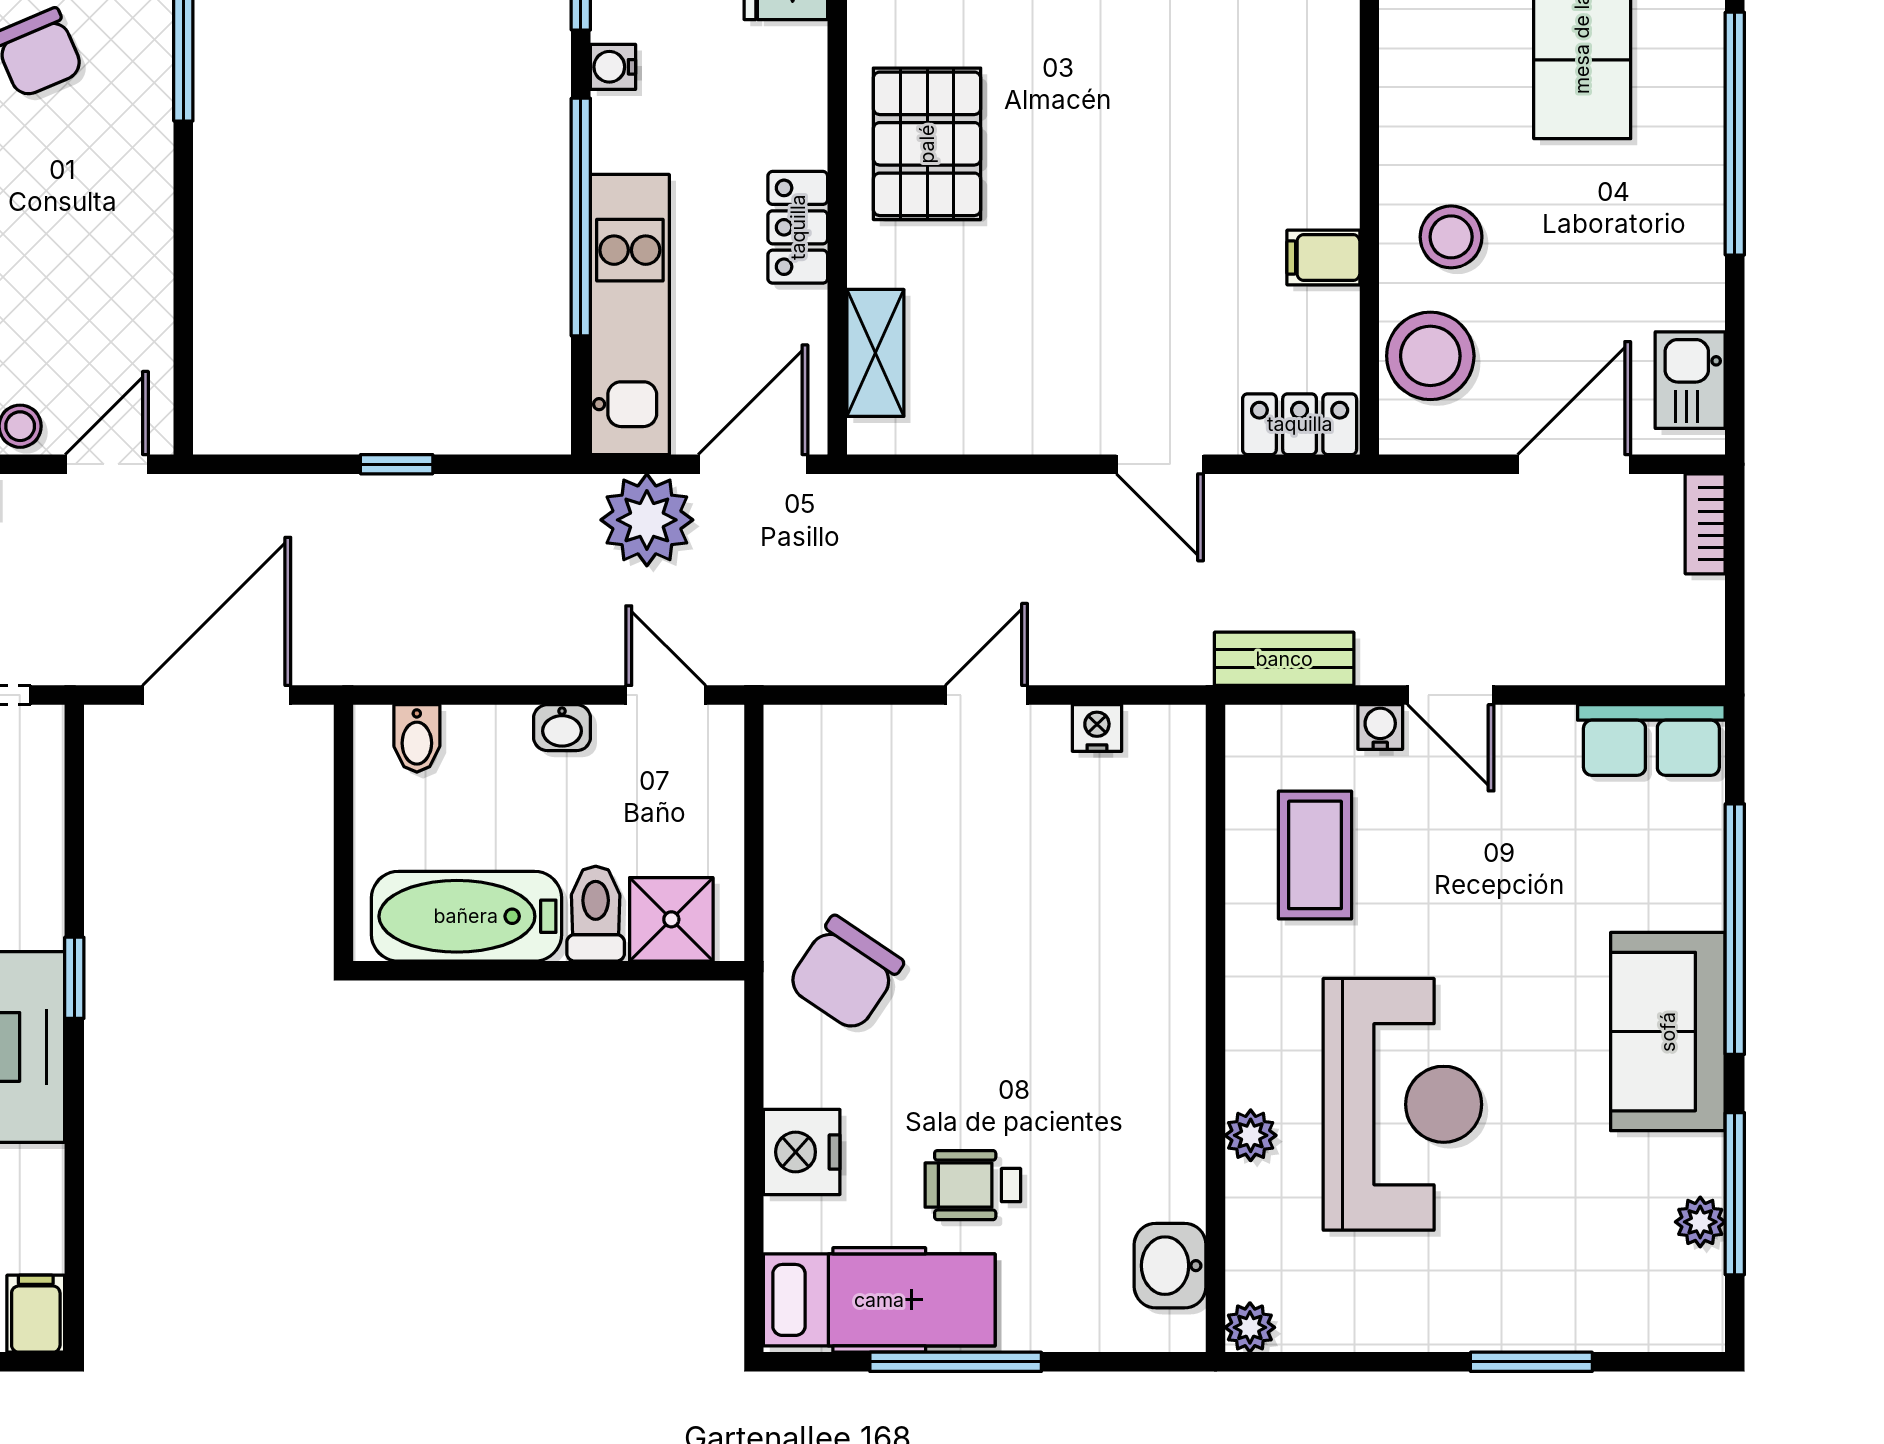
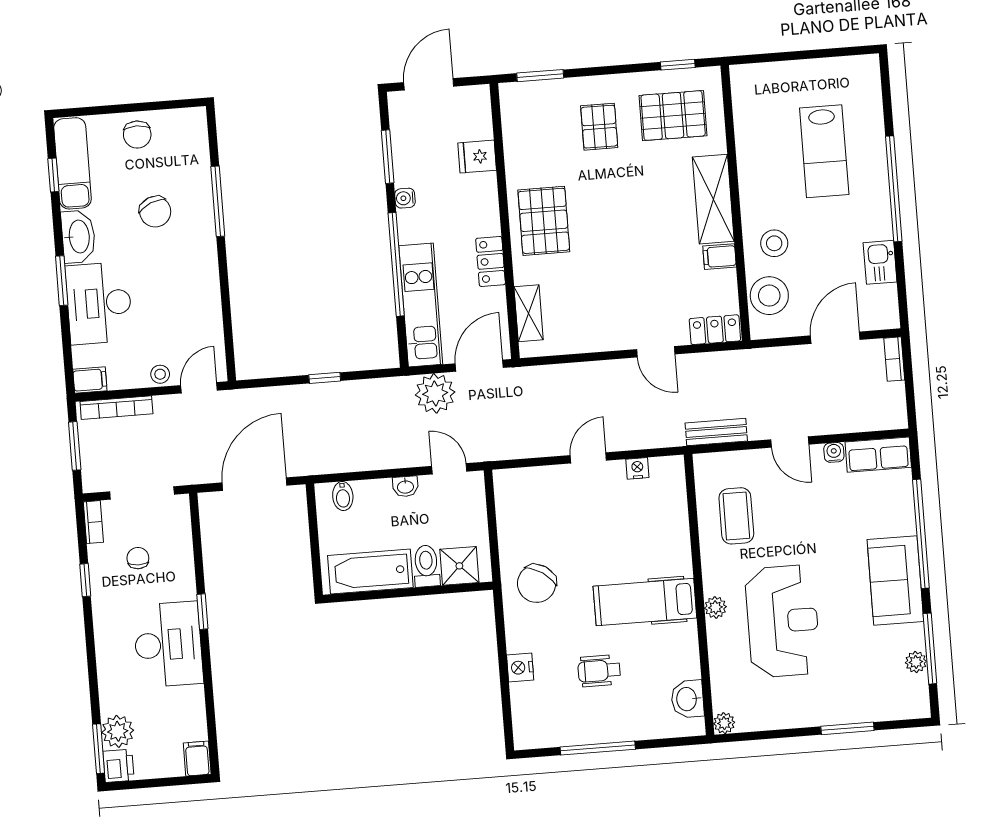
shelving: (1320, 125) -> (713, 199), added
kitchen sink: (1690, 380) -> (880, 262), moved
water cooler: (1380, 727) -> (834, 452), moved
plant: (1251, 1135) -> (715, 607), moved
nightstand: (802, 1152) -> (520, 668), width x0.74, depth x0.75
hospital bed: (879, 1300) -> (645, 602), moved, turned 180

